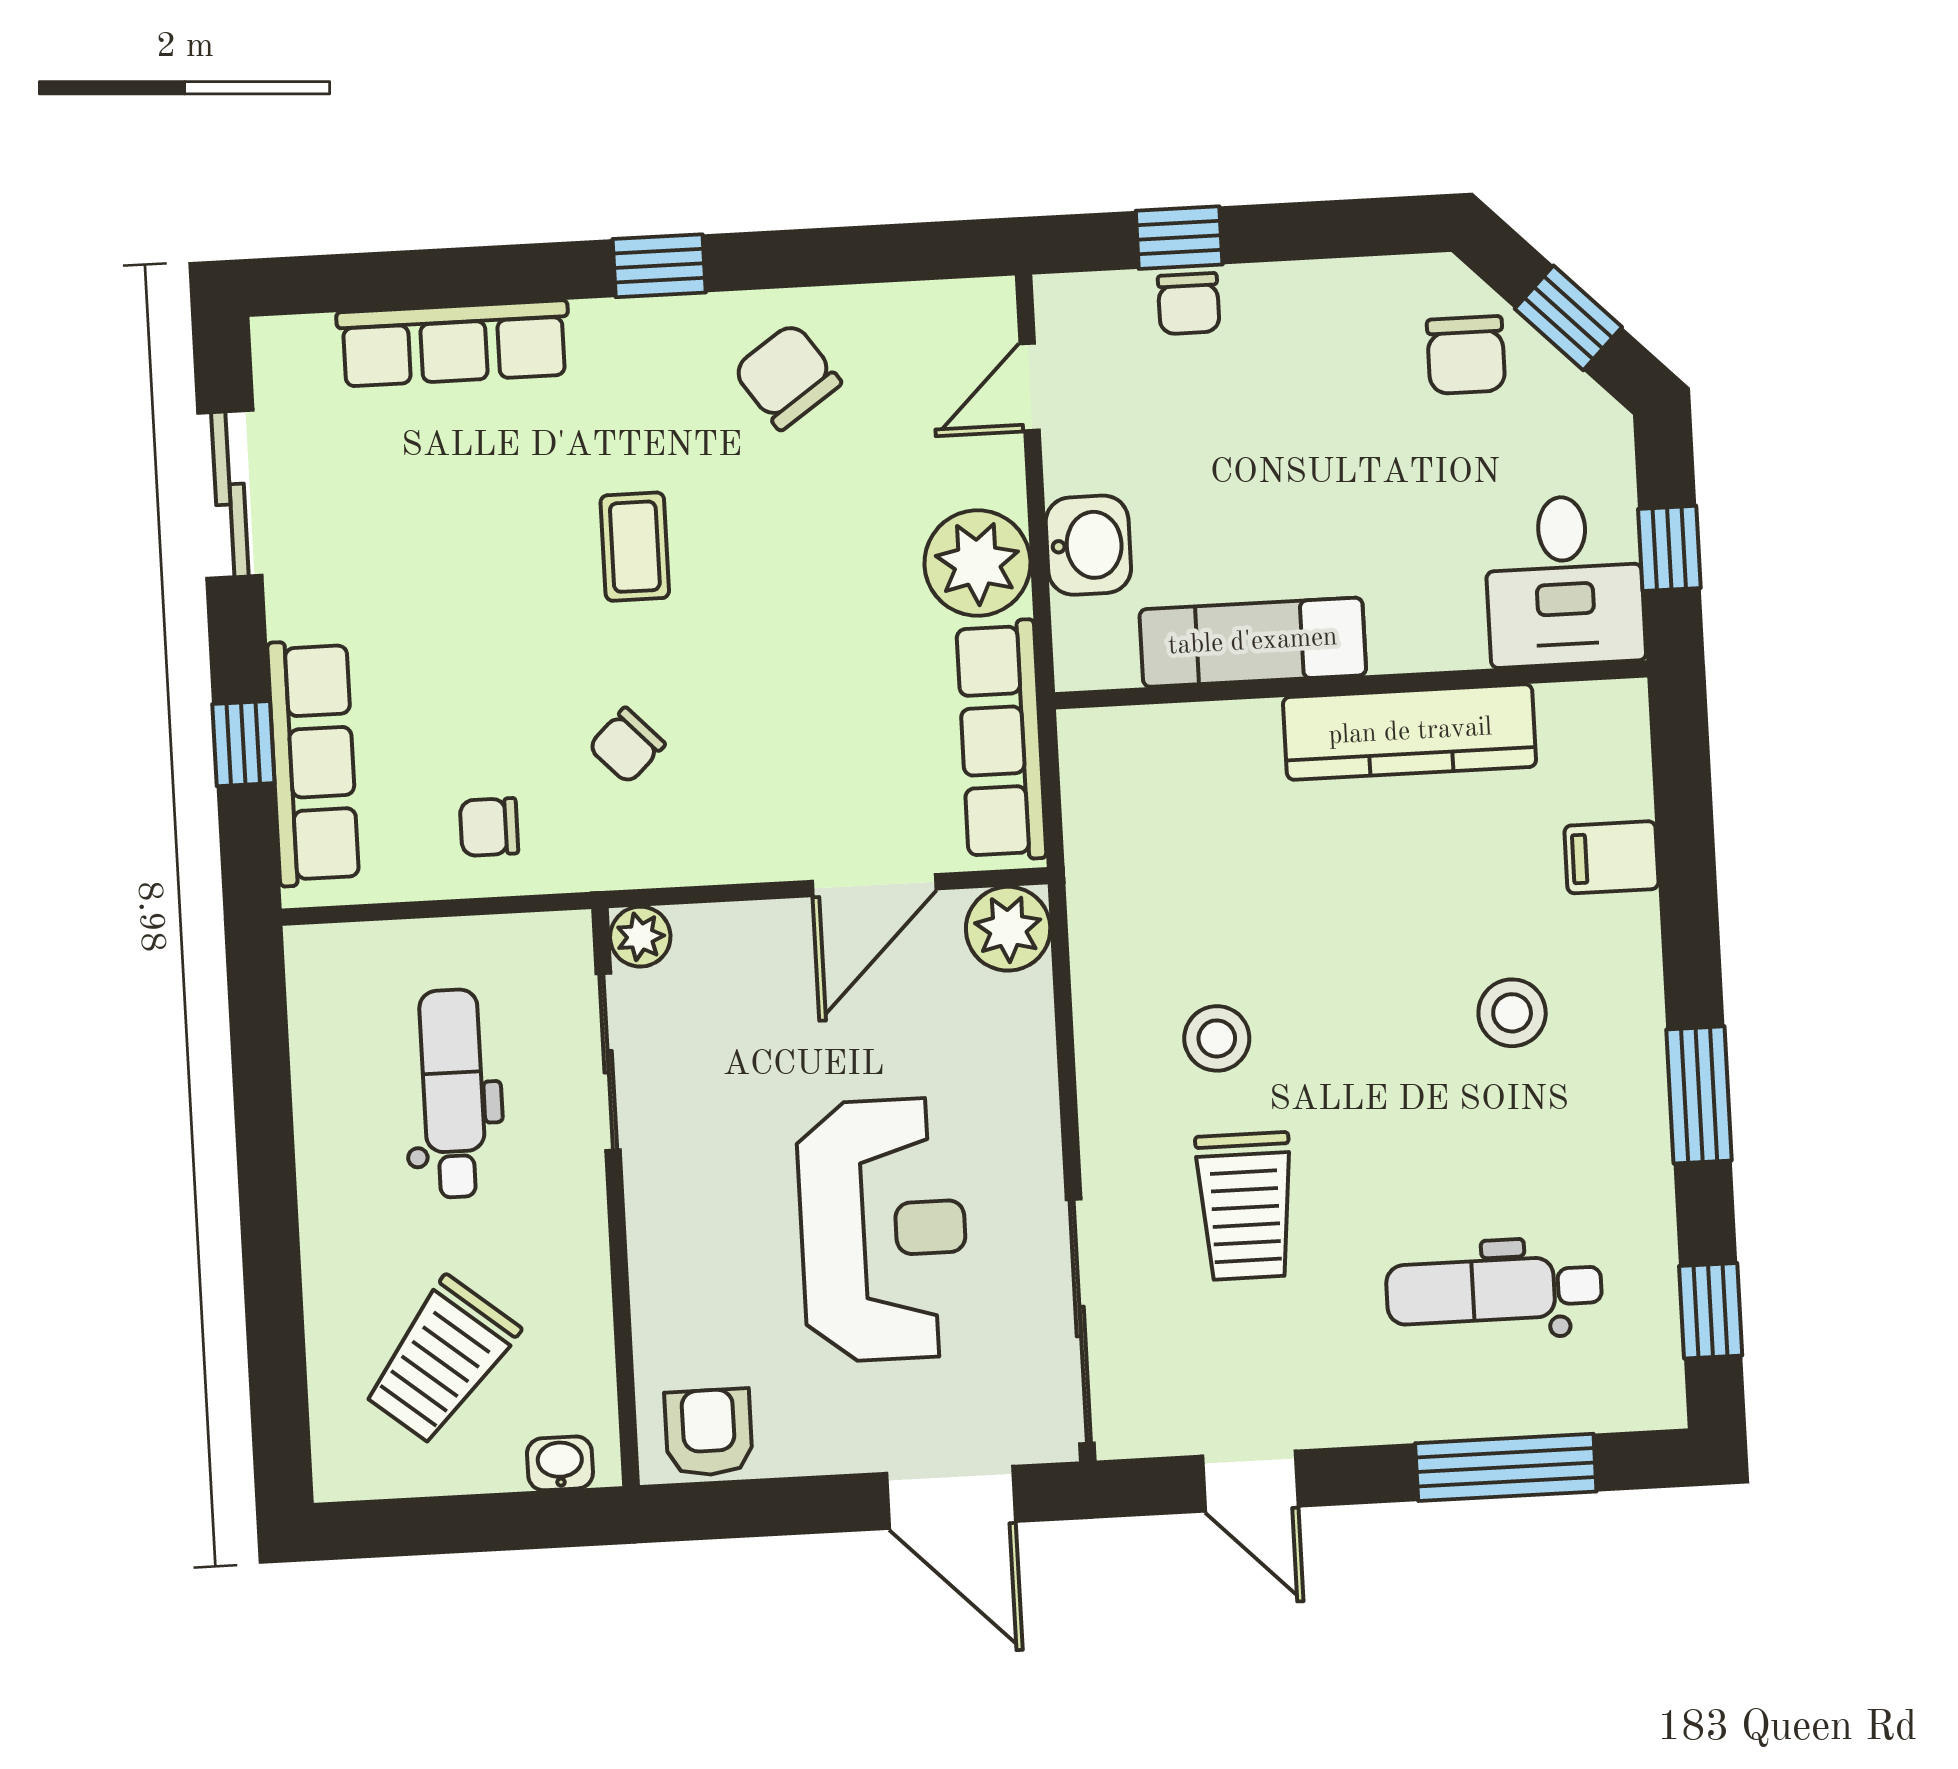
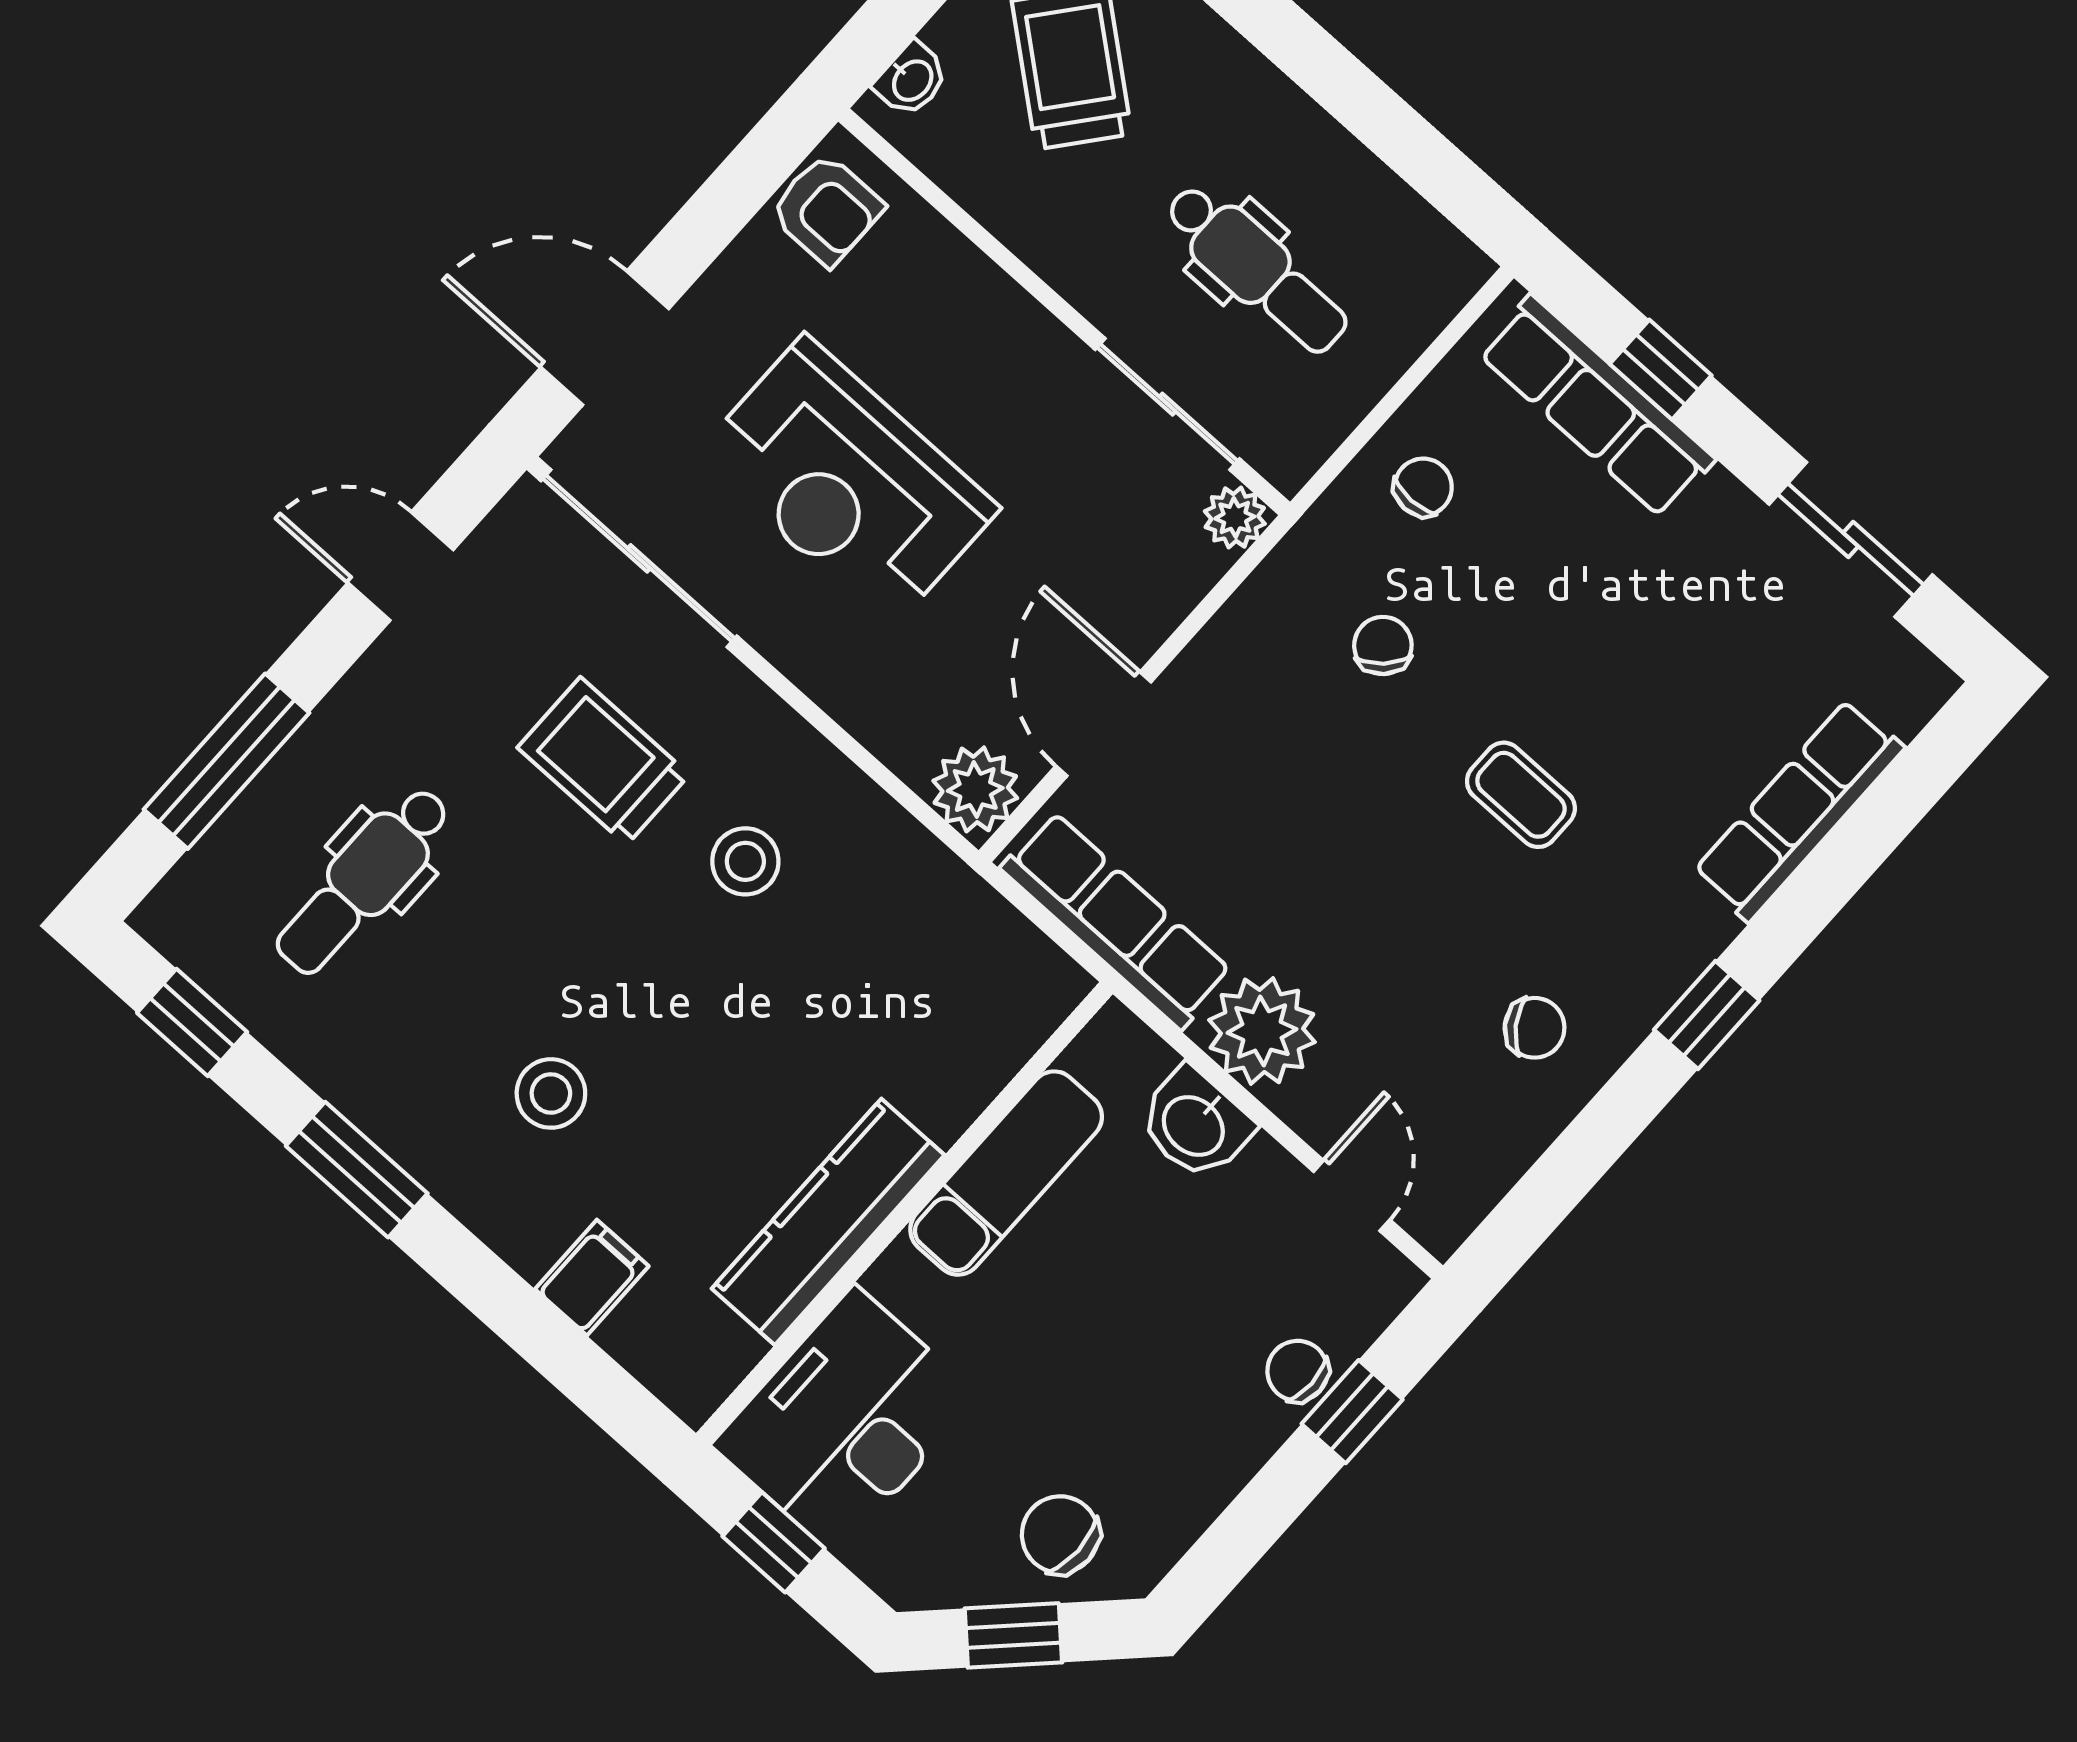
chair: (787, 376) -> (1535, 1028), width x0.73, depth x0.73
desk: (1564, 581) -> (846, 1421), width x1.37
dental chair: (1494, 1290) -> (363, 881), turned 180

